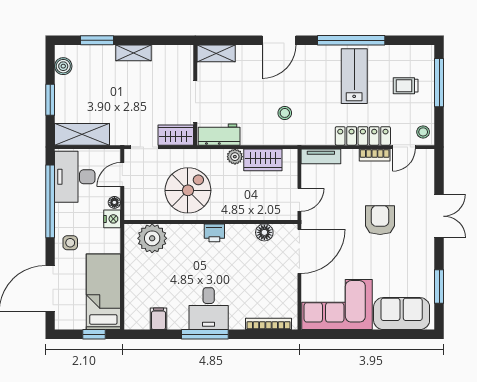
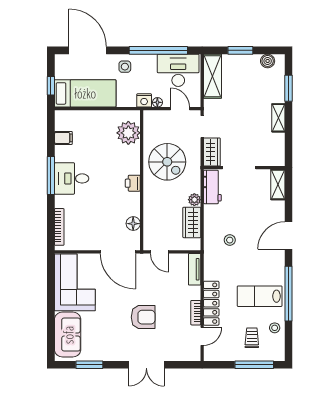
door: (279, 40) -> (289, 235), hinge flipped
lab bench: (354, 76) -> (260, 296), turned 180
stool: (423, 132) -> (275, 328), moved
door: (404, 147) -> (202, 336), swing flipped

